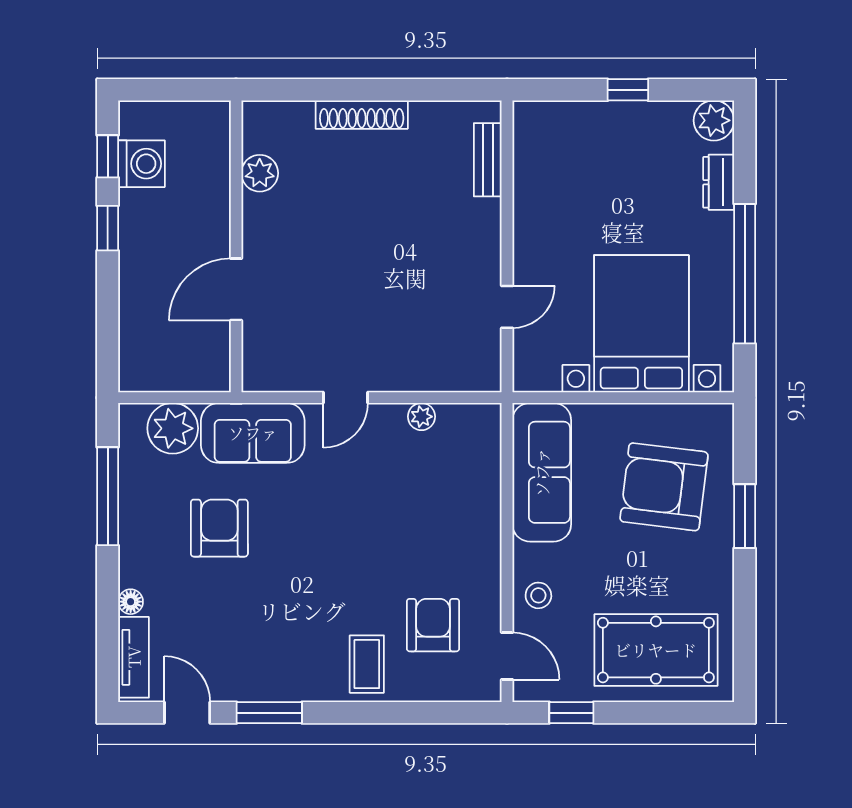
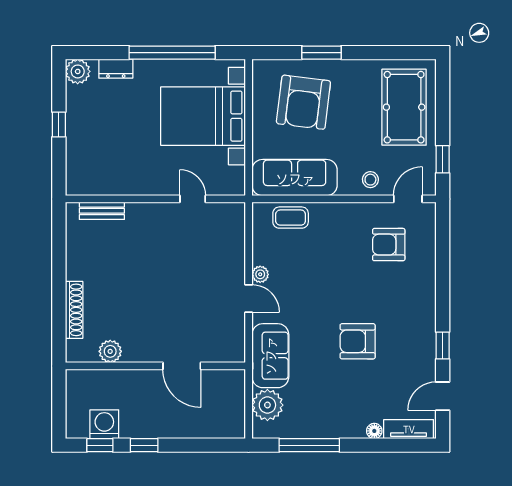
shoe rack: (362, 115) -> (74, 310), moved
plant: (421, 417) -> (260, 274), moved
armchair: (219, 528) -> (358, 341), moved
coffee table: (367, 664) -> (291, 218), moved
window: (269, 713) -> (443, 345), width x0.67

